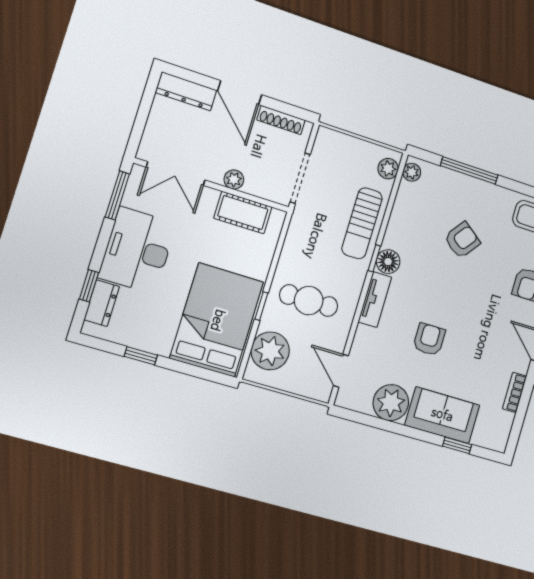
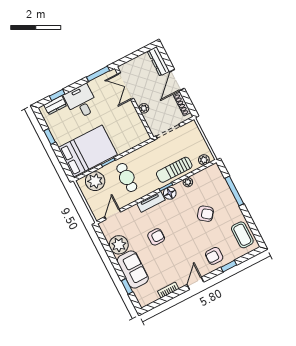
plant: (412, 172) -> (188, 182), moved
cot: (243, 213) -> (135, 123), removed
desk: (137, 250) -> (81, 102), width x0.73

